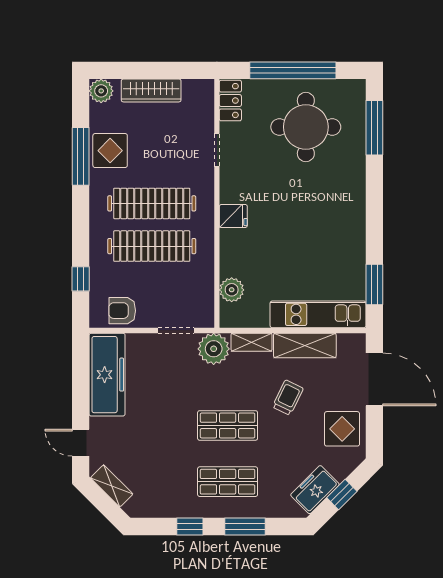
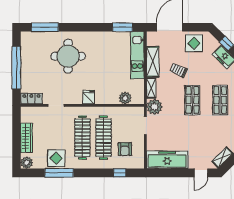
round table: (306, 127) -> (68, 56), moved
armchair: (122, 311) -> (125, 149), moved

